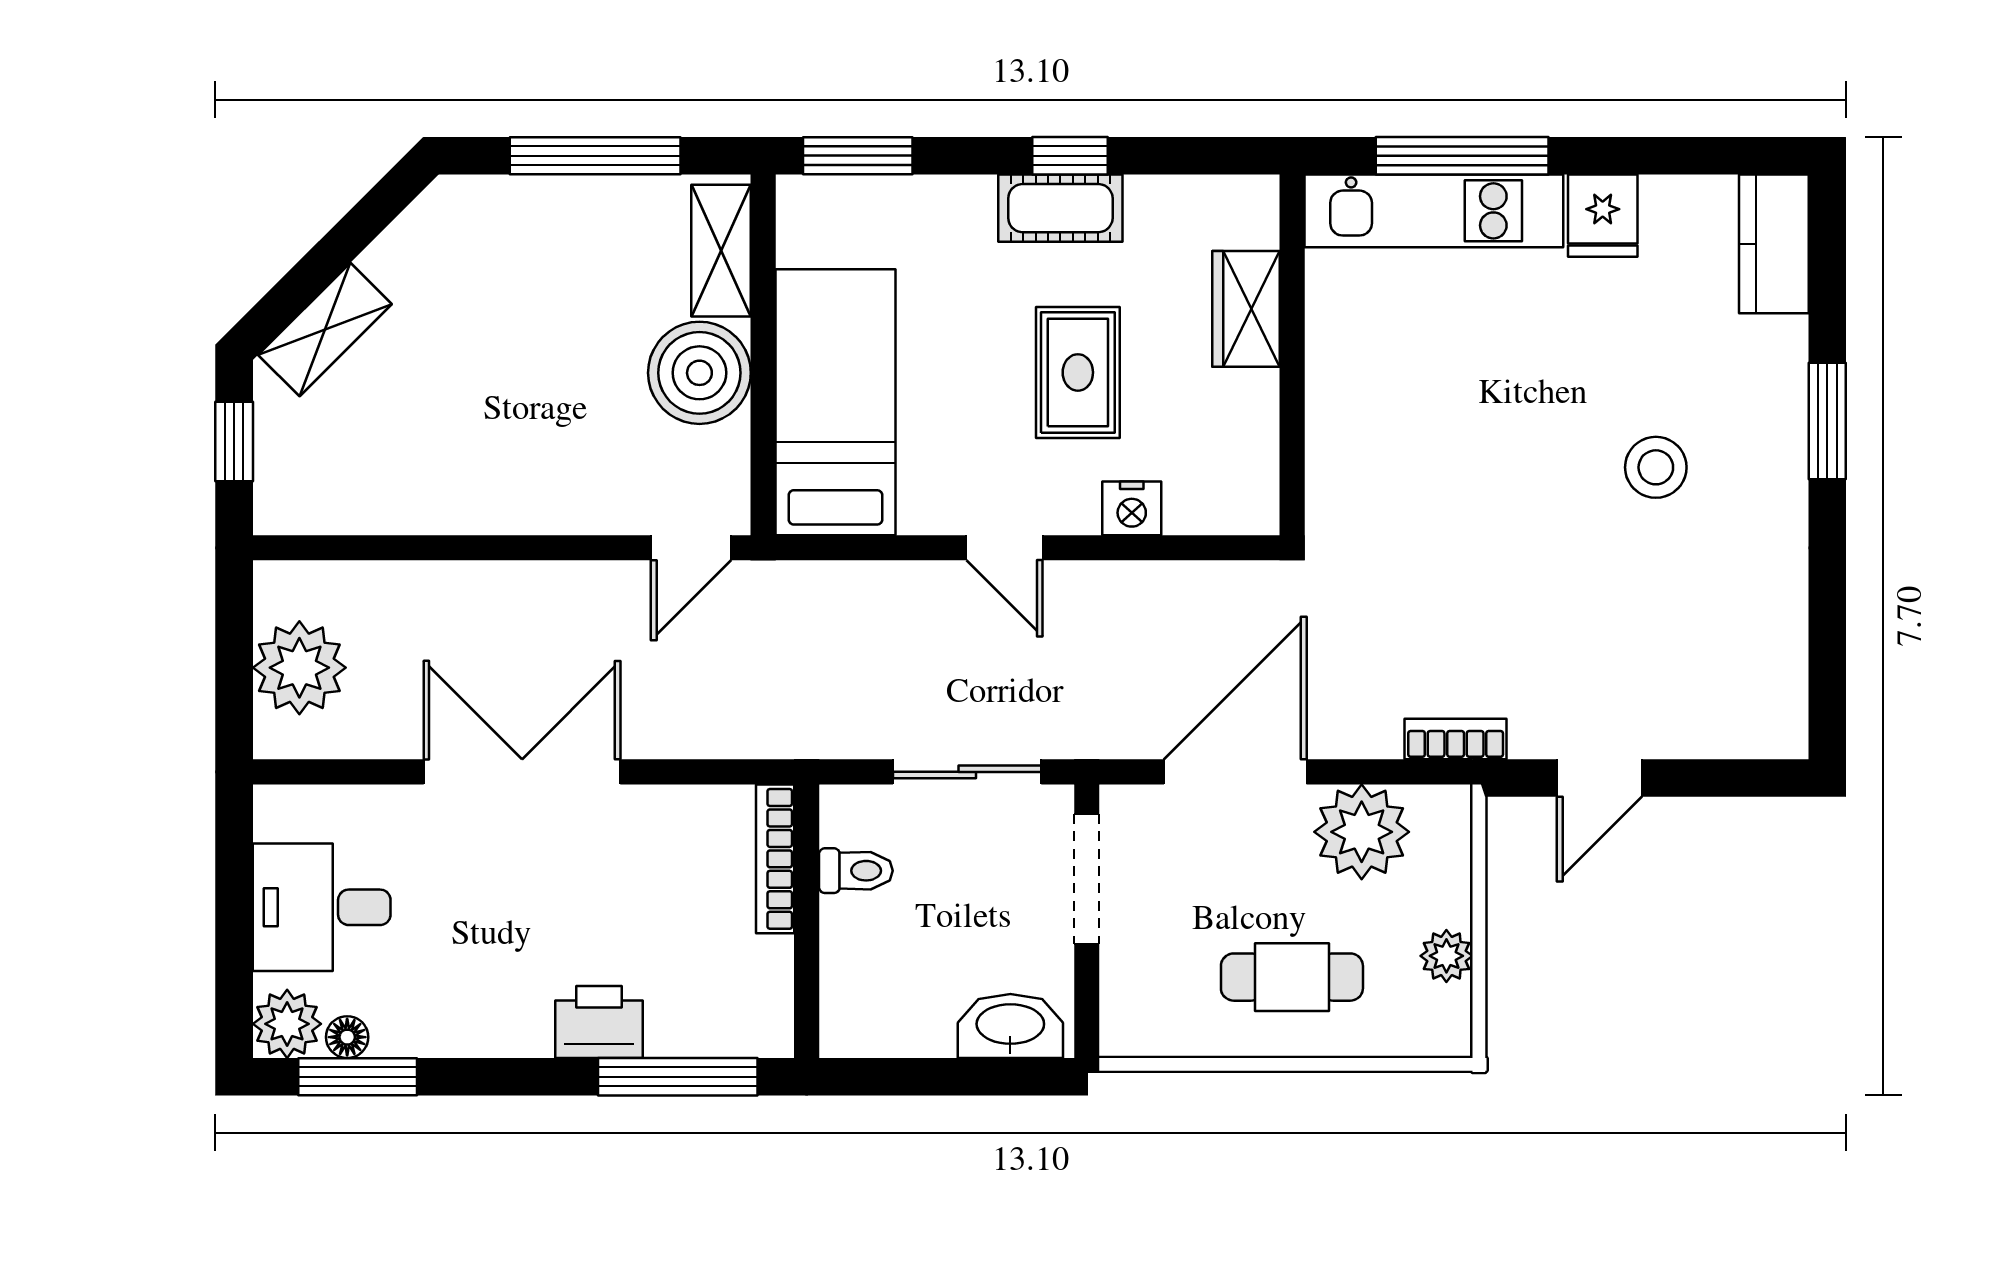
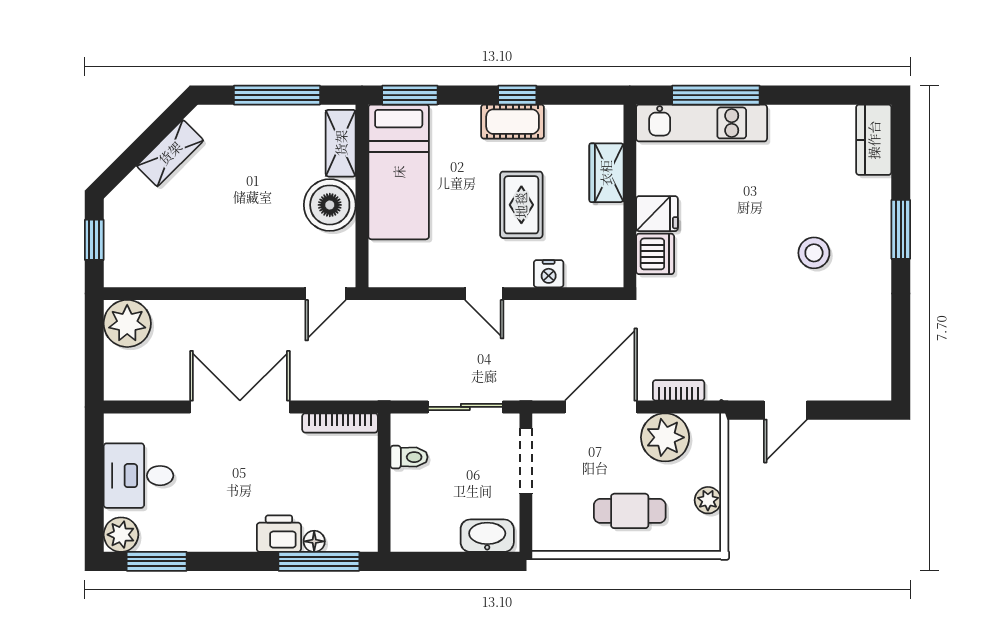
fridge: (1603, 216) -> (657, 214), moved, turned -90
shelving: (325, 330) -> (170, 153), moved
bed: (835, 402) -> (399, 172), moved, turned 180
dishwasher: (1342, 469) -> (655, 254), added
plant: (299, 668) -> (127, 323), moved
bookcase: (1456, 739) -> (679, 390), moved
bookcase: (775, 859) -> (340, 423), moved, turned -90
floor lamp: (347, 1037) -> (314, 541), moved

